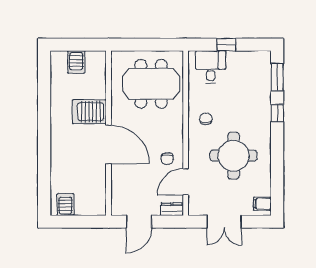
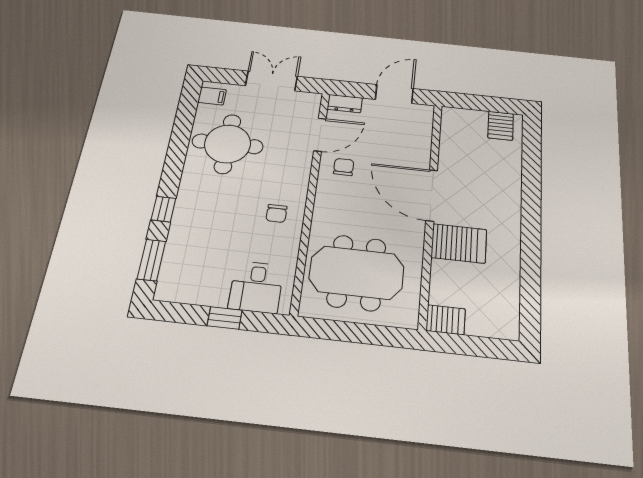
server rack: (76, 62) -> (446, 320), moved, turned 90
round table: (234, 156) -> (228, 144), moved

